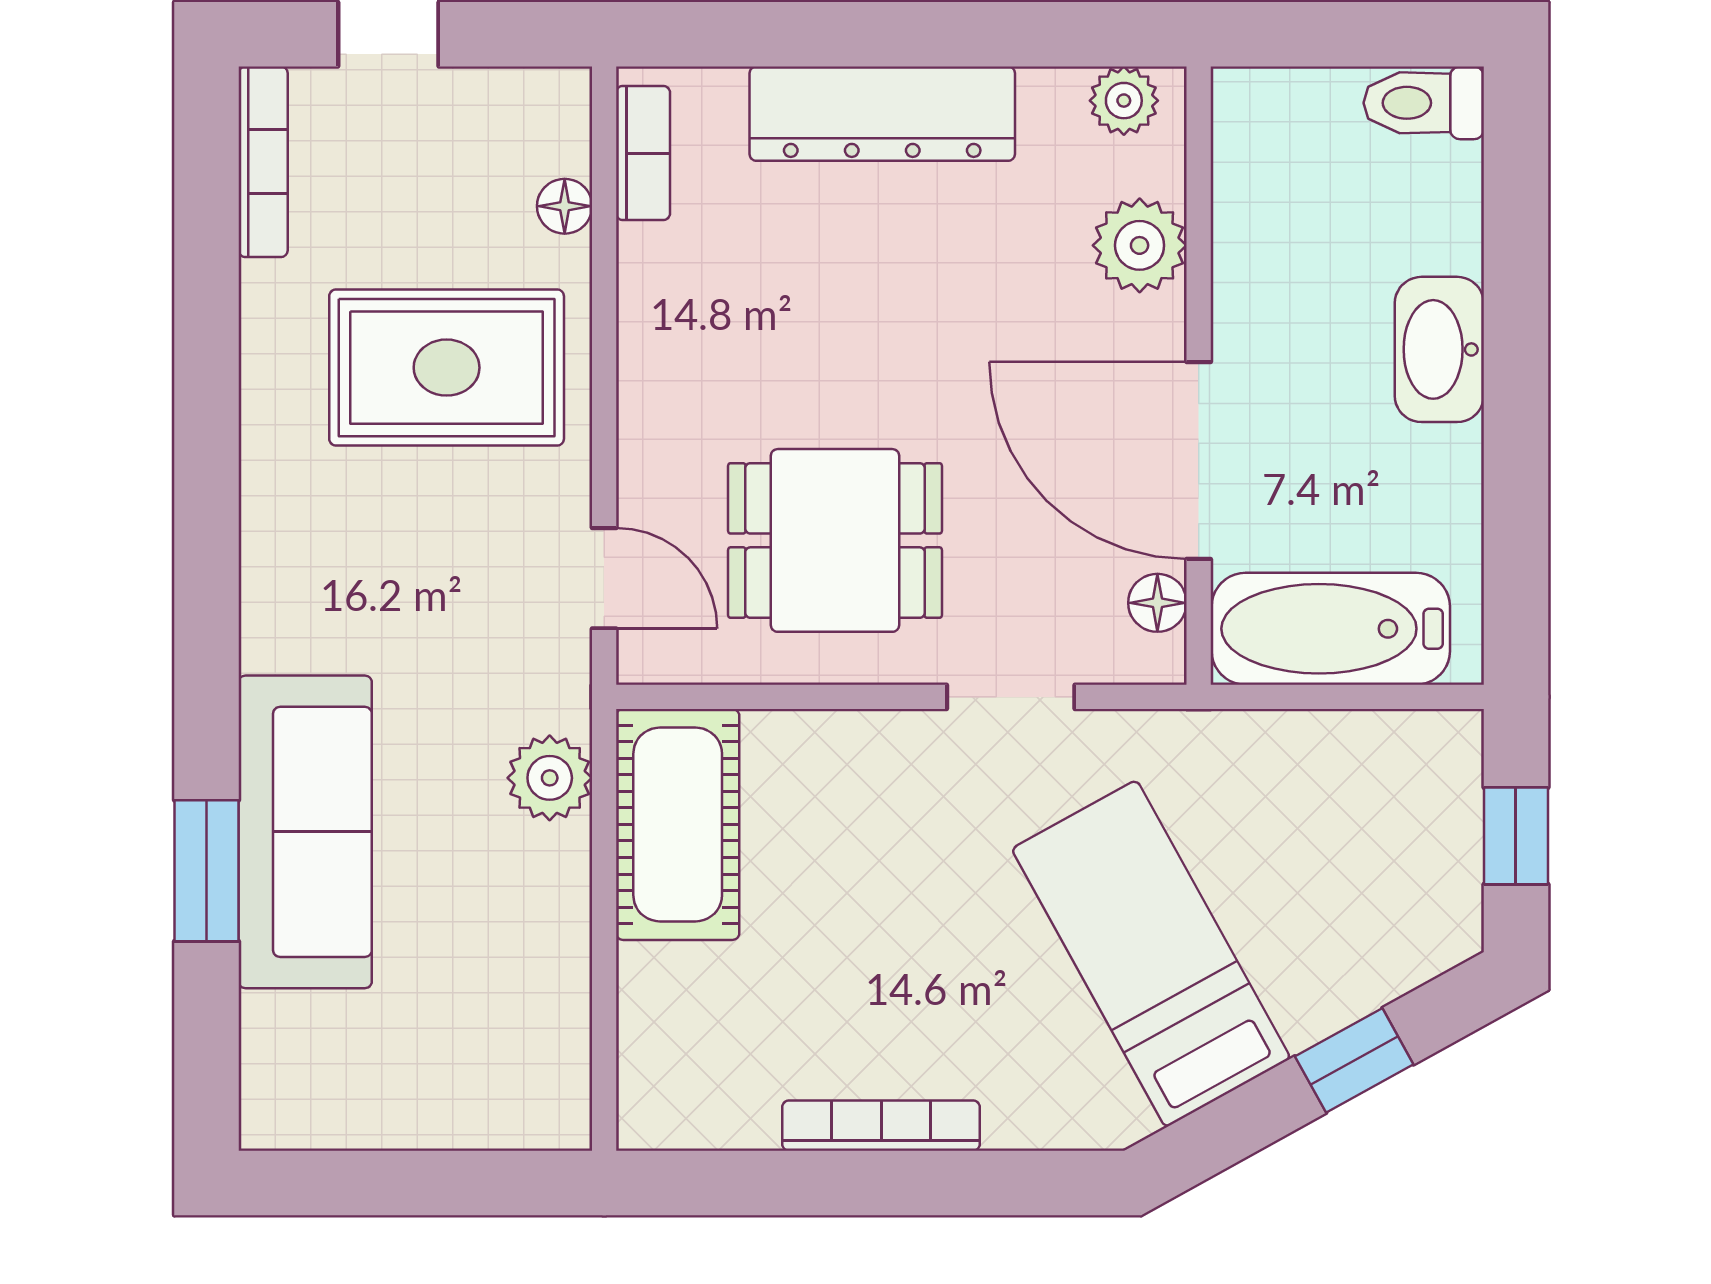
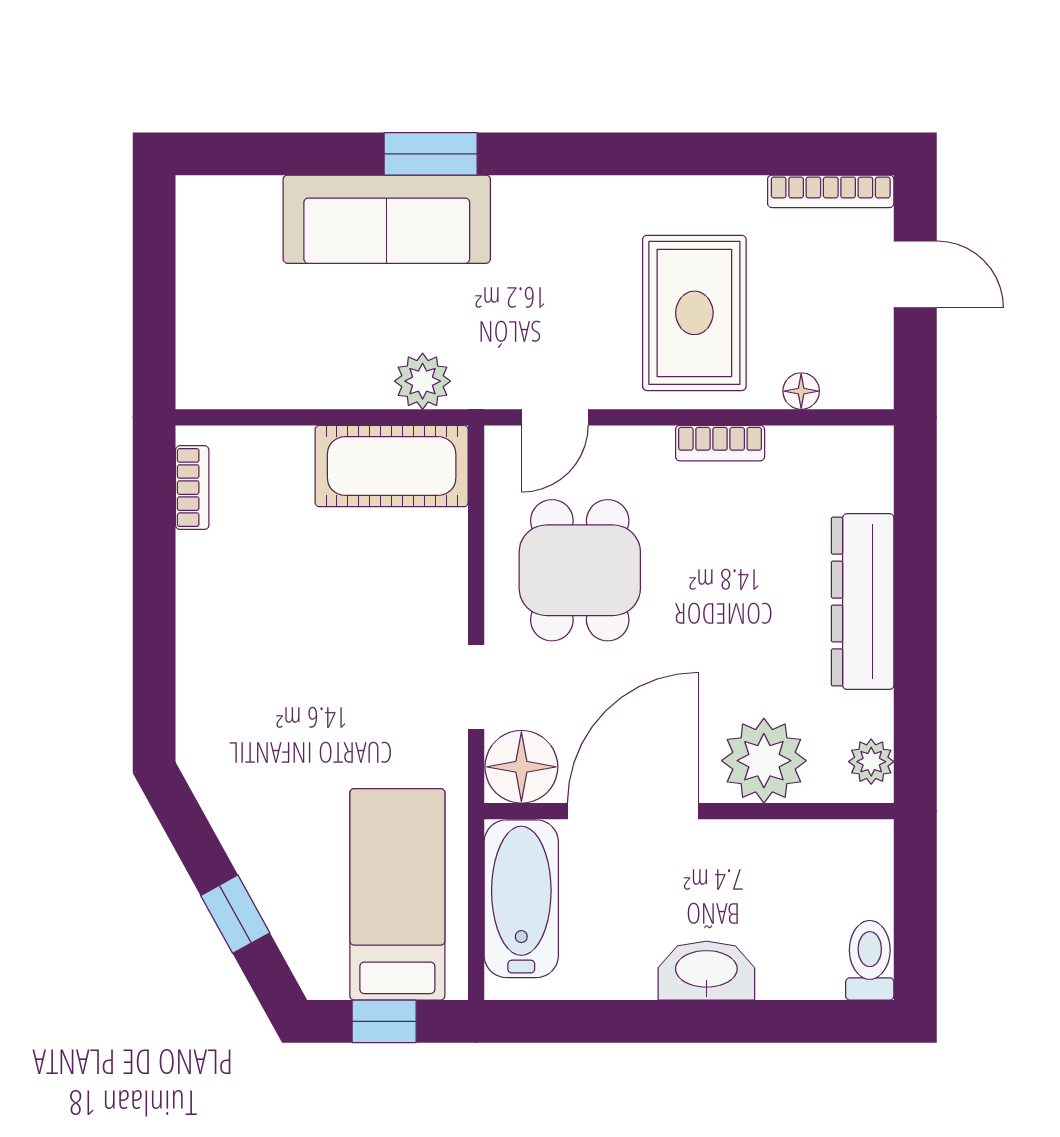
bookcase: (643, 153) -> (720, 443), moved
plant: (1140, 245) -> (764, 761), width x1.36, depth x1.36
floor lamp: (1157, 603) -> (521, 767), width x1.89, depth x1.89
window: (207, 871) -> (431, 154), moved
bed: (1151, 954) -> (397, 894), moved, turned -61
bookcase: (881, 1126) -> (192, 488), moved, width x0.64

